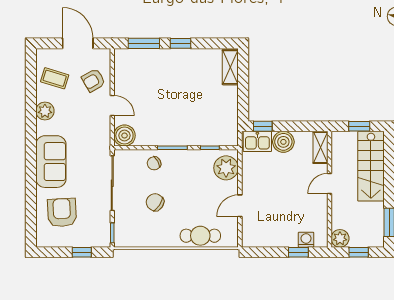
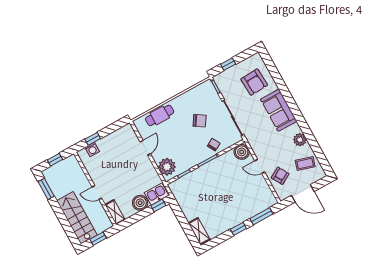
door: (329, 184) -> (97, 193), swing flipped
plant: (340, 238) -> (71, 162), removed

